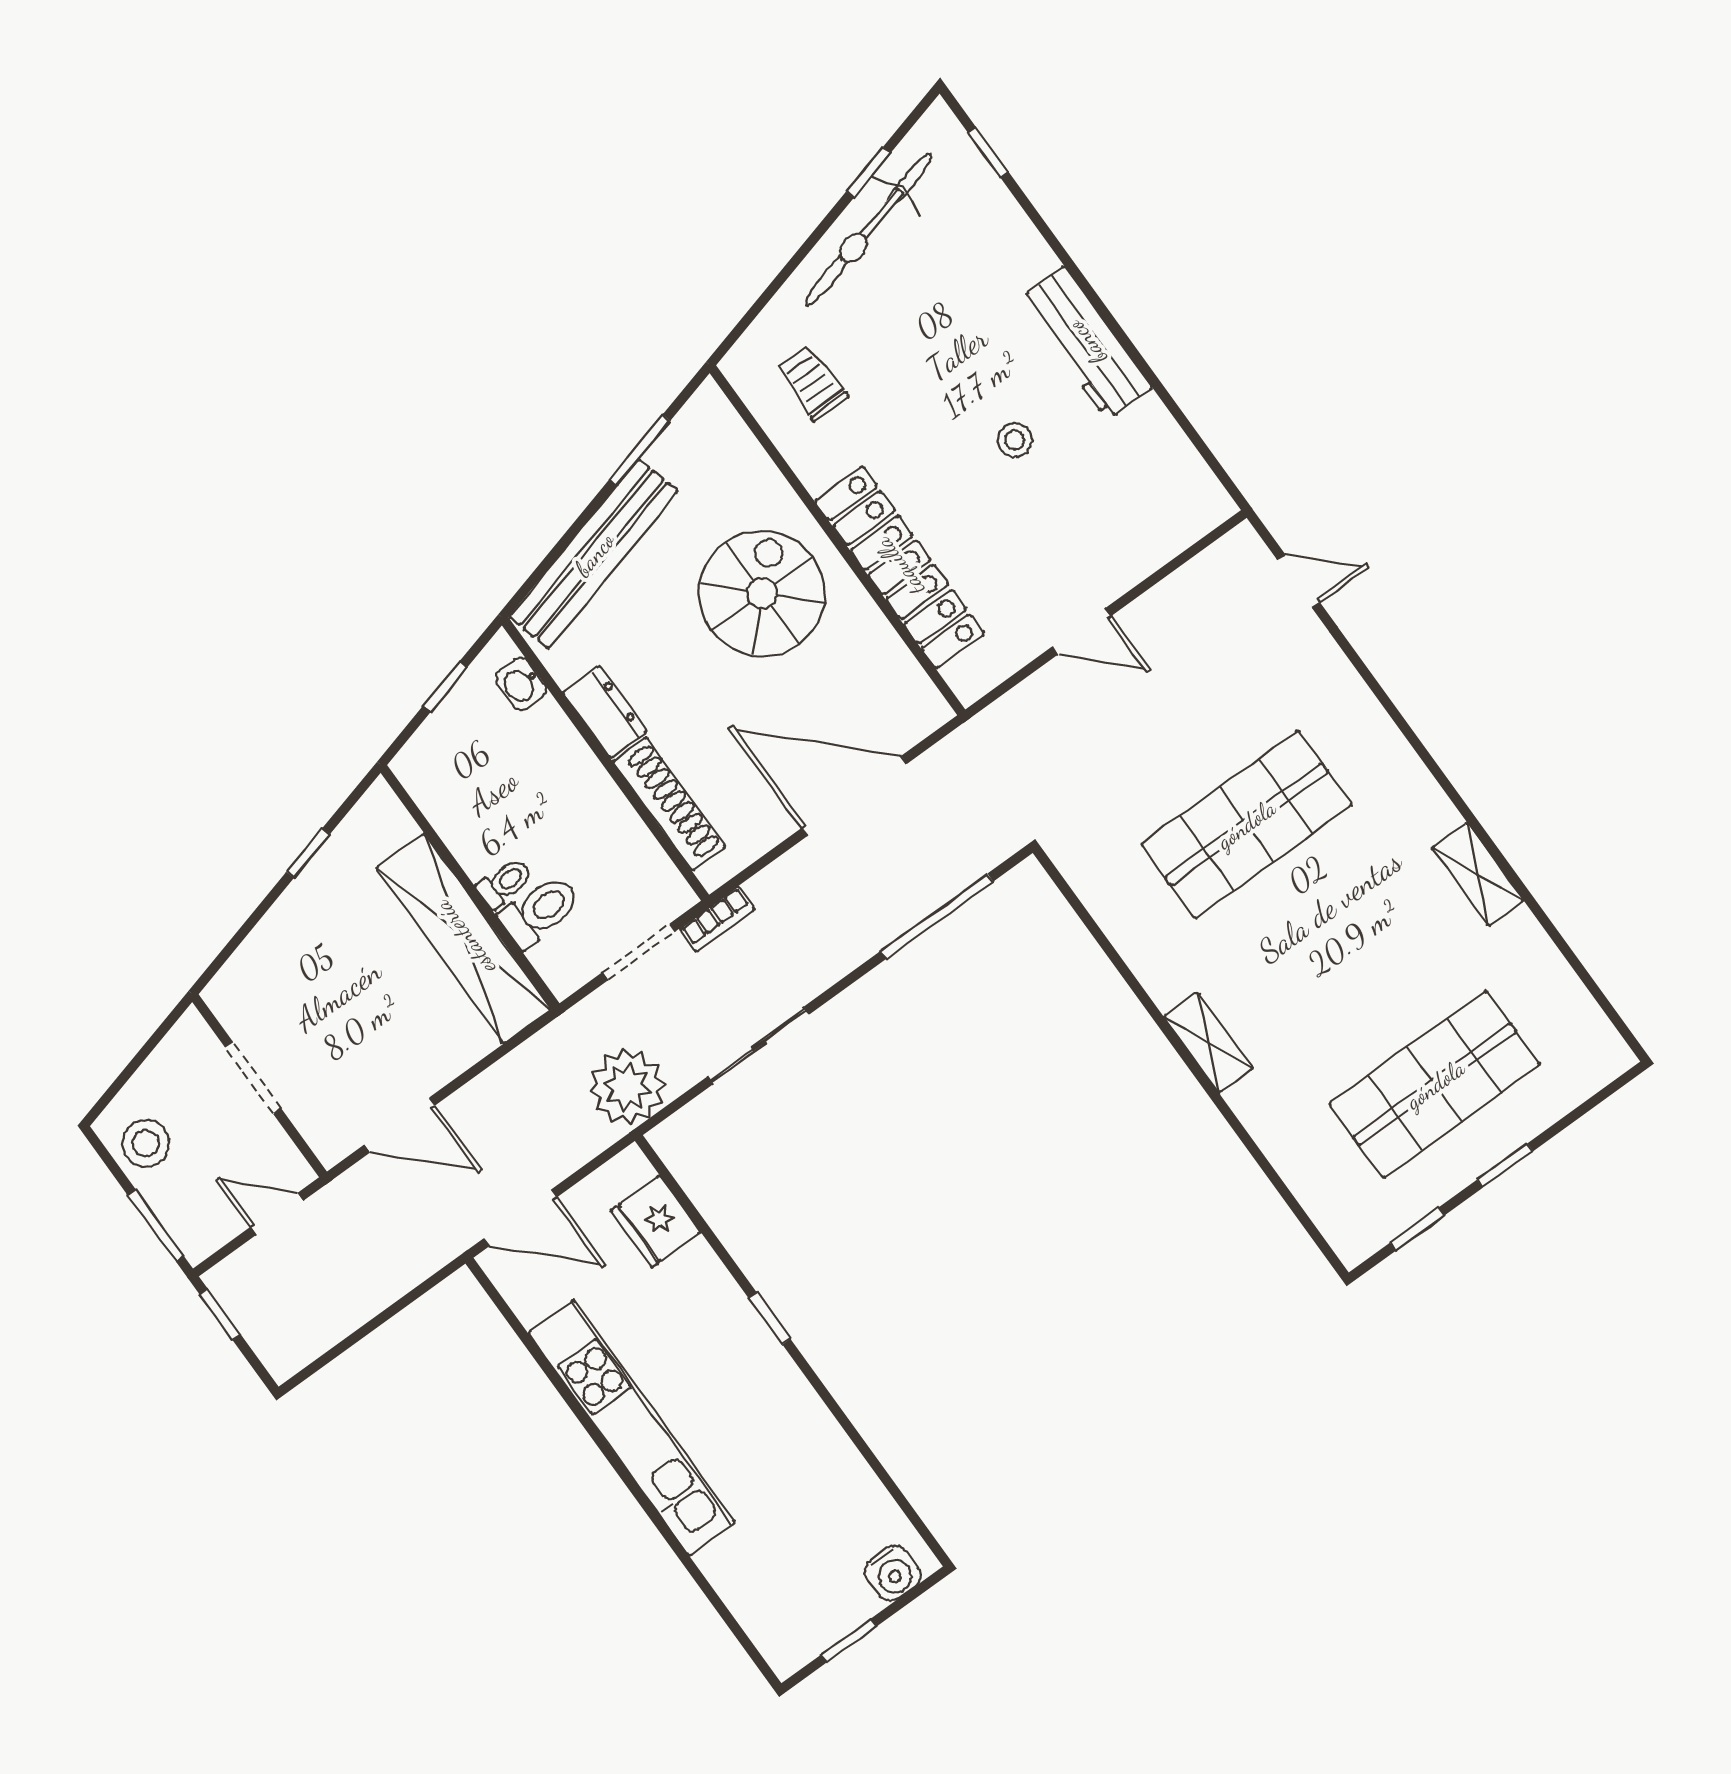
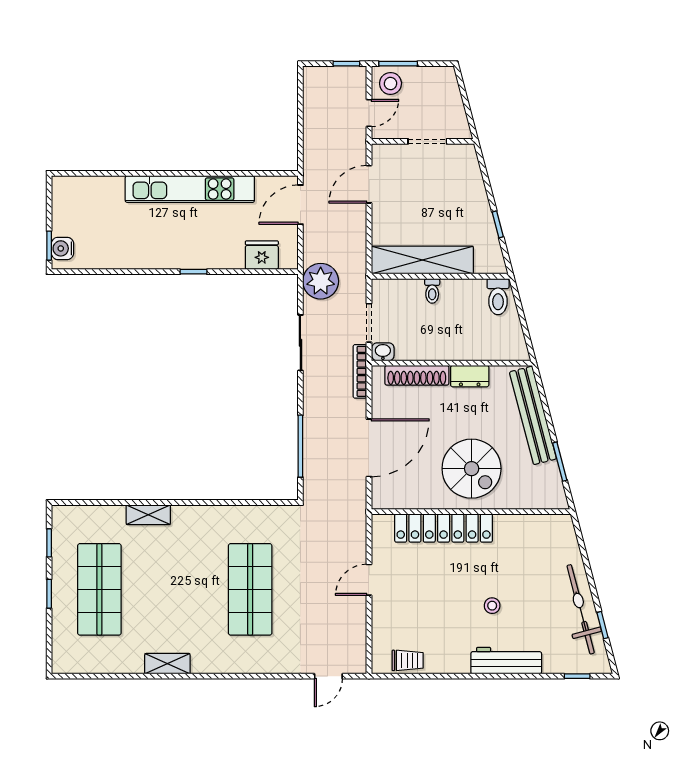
workbench: (1086, 343) -> (506, 661), moved
trolley: (812, 383) -> (408, 660), moved
stool: (1015, 440) -> (492, 606), moved
washbasin: (521, 684) -> (383, 352), moved
window: (445, 686) -> (523, 322), removed
toilet: (540, 911) -> (498, 297), moved
bookcase: (717, 919) -> (360, 371), width x1.56
shelving: (1208, 1043) -> (148, 515), moved
stool: (146, 1143) -> (391, 83), moved
window: (849, 1641) -> (49, 246), moved

